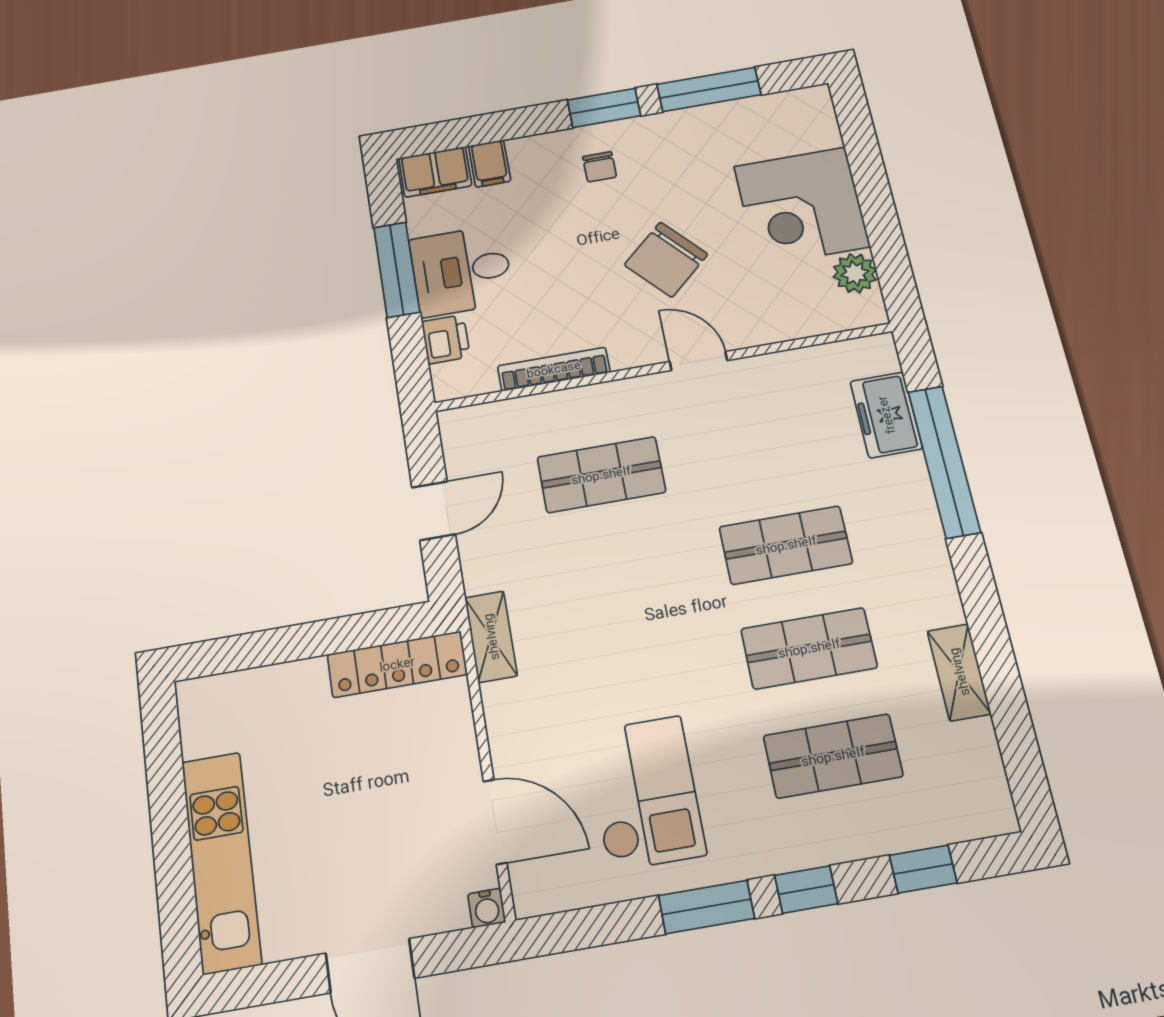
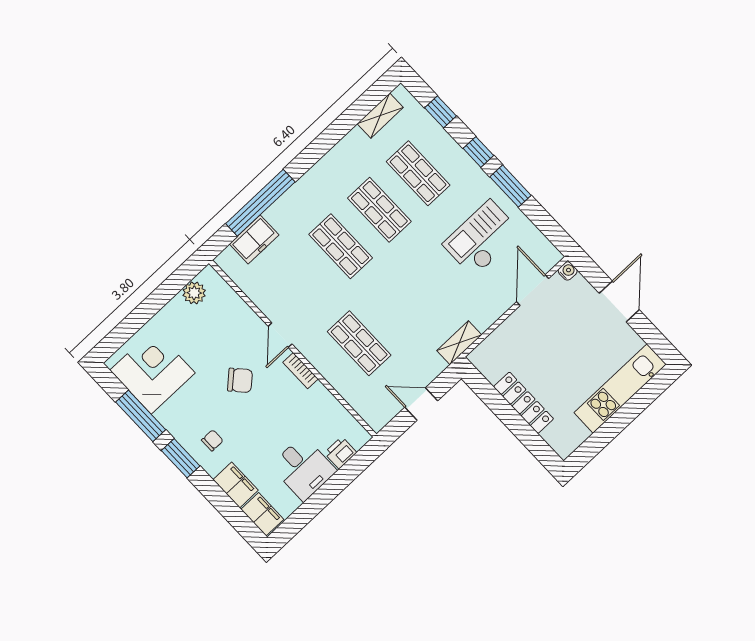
filing cabinet: (490, 163) -> (236, 485), width x2.00
corner desk: (802, 206) -> (153, 371), moved, turned -90
chair: (666, 260) -> (240, 380), width x0.73, depth x0.73
window: (397, 270) -> (321, 498), removed
bookcase: (554, 369) -> (300, 371), moved, width x0.64
locker: (397, 664) -> (523, 403), moved
shelving: (959, 672) -> (380, 116), moved

